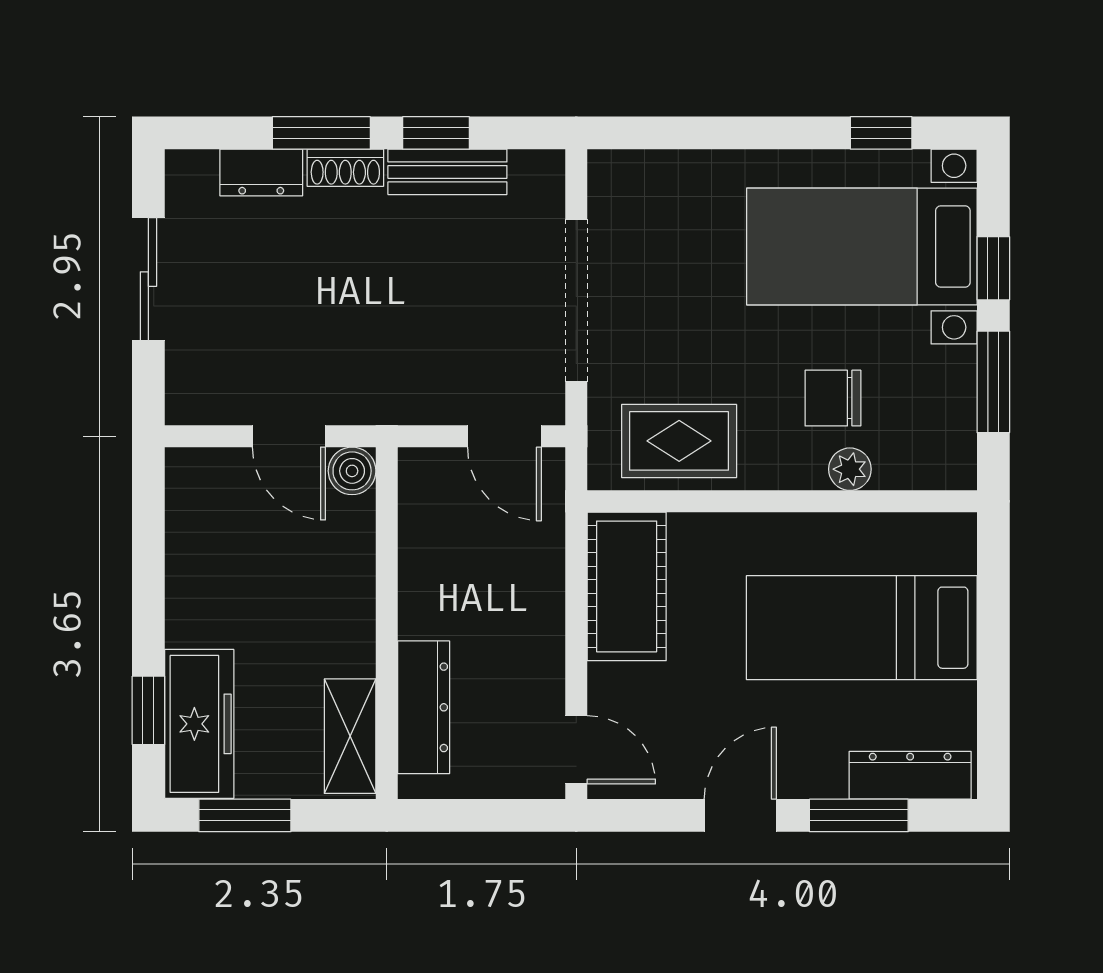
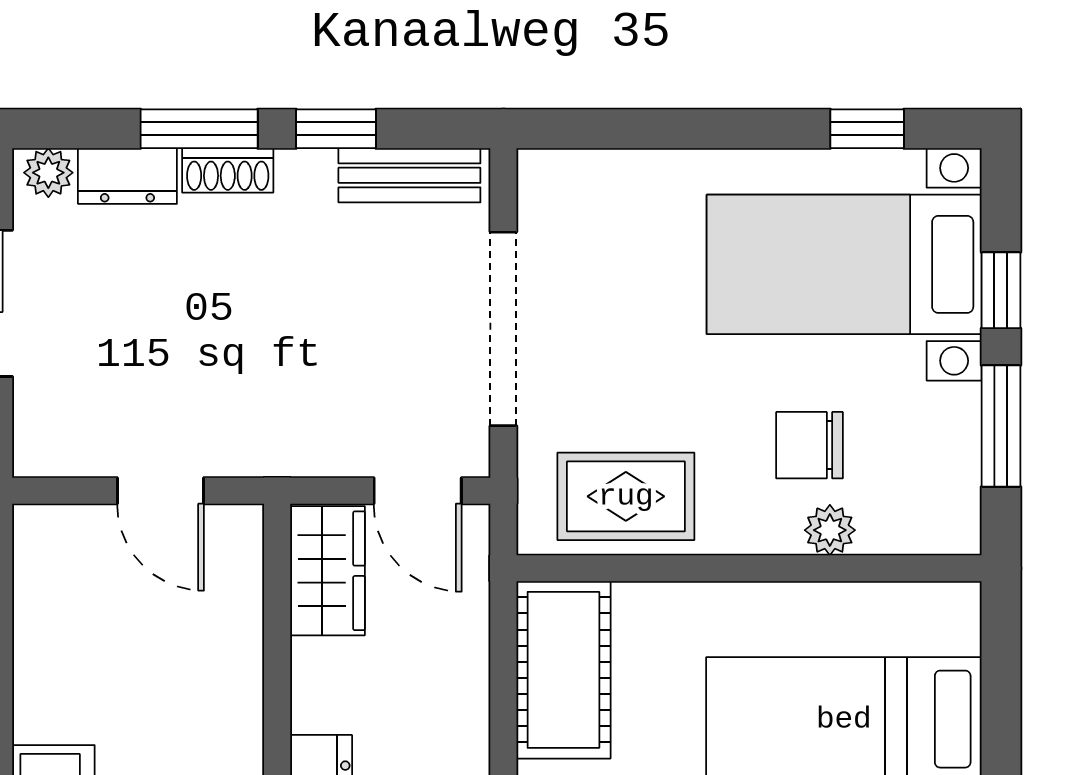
plant: (195, 170) -> (48, 173), added
bench: (447, 172) -> (409, 175), moved
boiler: (352, 471) -> (236, 532), removed
wardrobe: (429, 503) -> (328, 571), added

